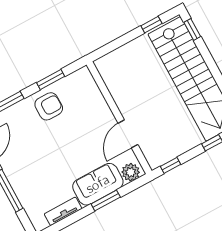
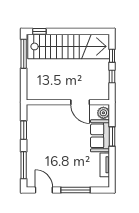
window: (151, 25) -> (24, 54), width x2.17
armchair: (49, 106) -> (39, 140), removed
window: (171, 165) -> (112, 76), moved

